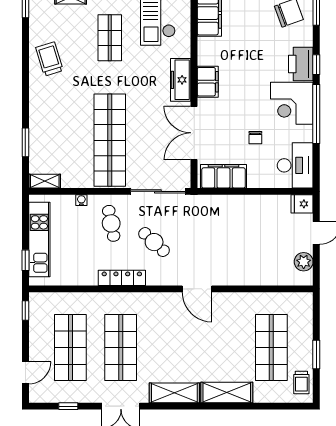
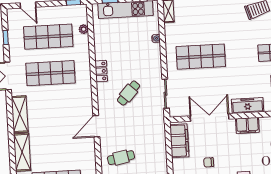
shop shelf: (110, 140) -> (201, 57), width x0.71
sliding door: (158, 191) -> (166, 94), width x0.73
cafe table: (111, 223) -> (121, 158), moved
locker: (122, 278) -> (101, 71), width x0.66
plant: (63, 299) -> (84, 29), added

